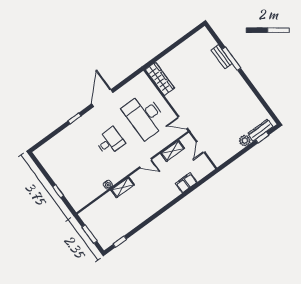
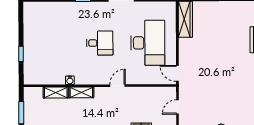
desk: (145, 116) -> (148, 43), turned 180
shelving: (173, 151) -> (56, 93), moved
door: (145, 163) -> (118, 86), swing flipped

